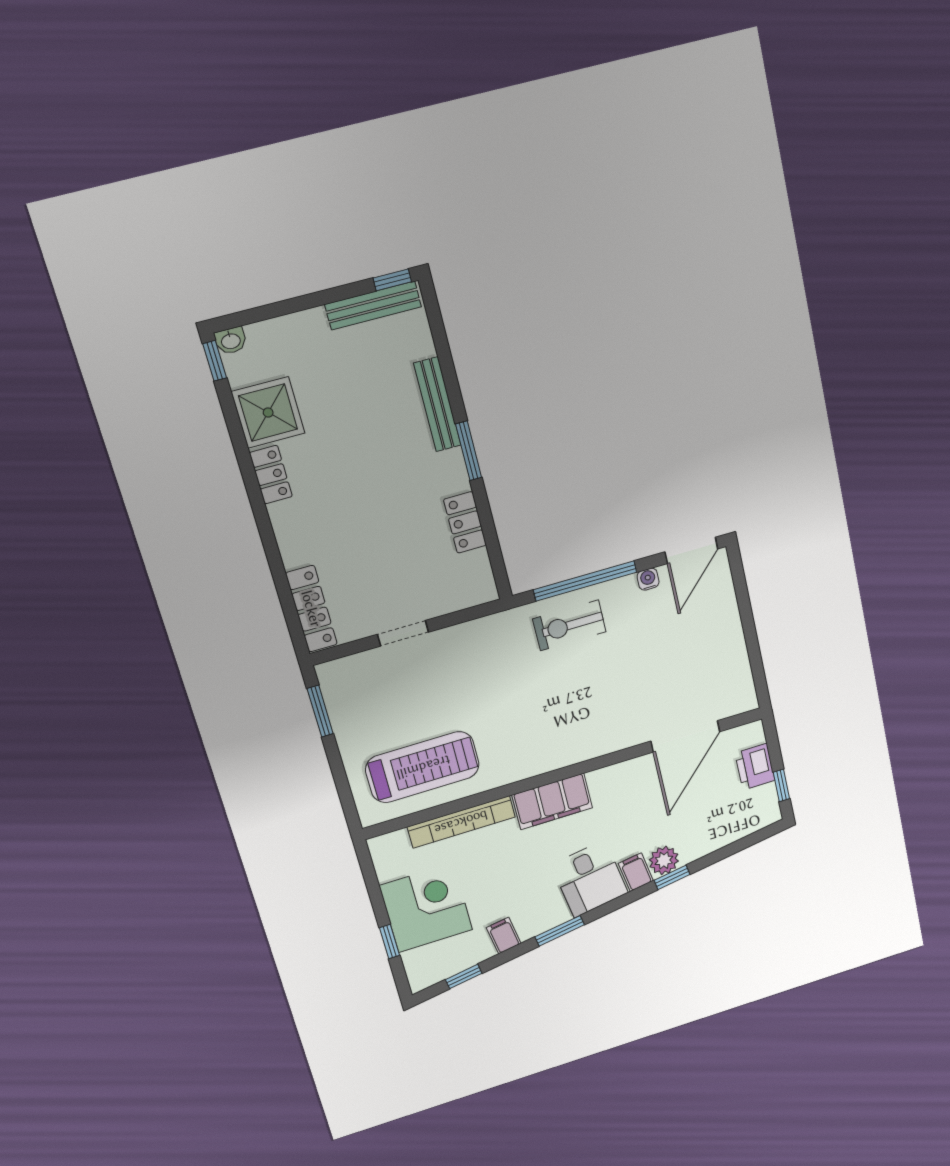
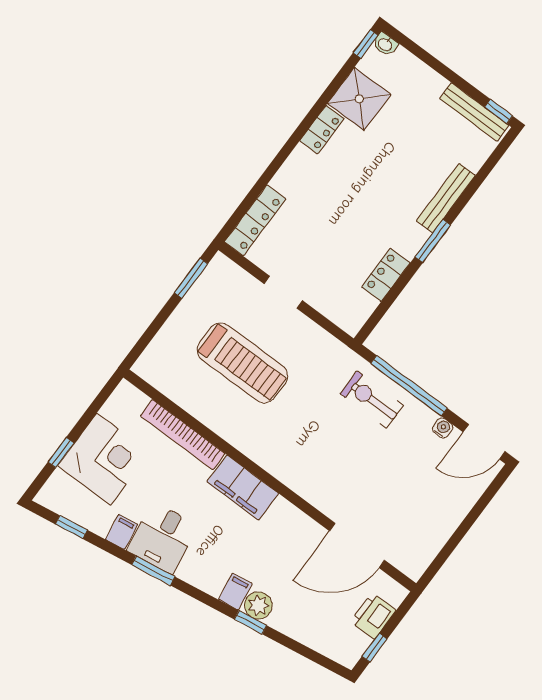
treadmill: (423, 767) -> (242, 363), moved
desk: (590, 879) -> (163, 538), moved

